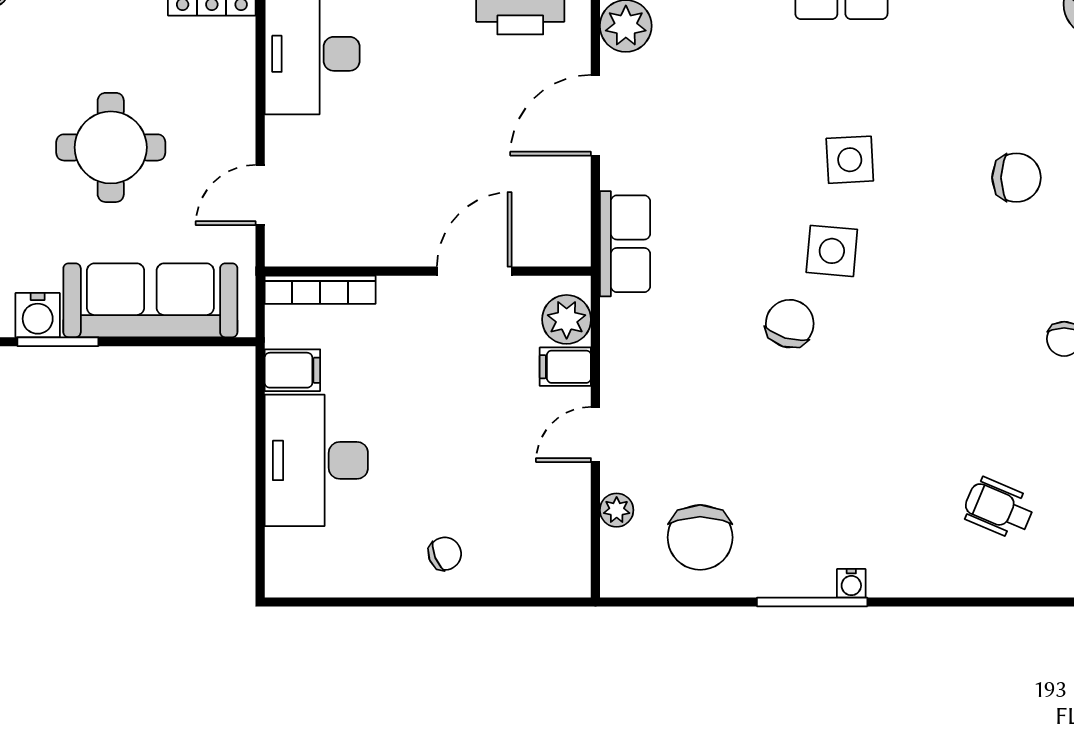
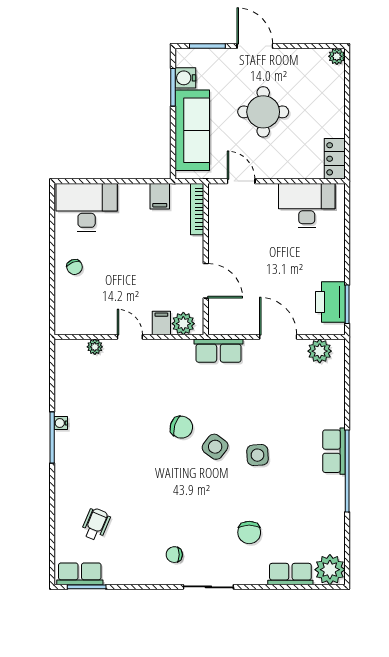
side table: (832, 251) -> (215, 447), turned 32
desk: (316, 460) -> (87, 207), moved
chair: (700, 537) -> (82, 386), removed
water cooler: (851, 583) -> (61, 423), moved

